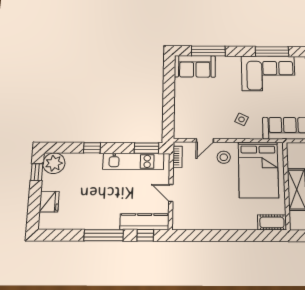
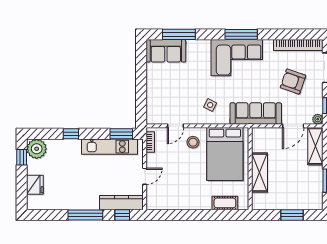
door: (171, 193) -> (145, 176), swing flipped
cot: (272, 222) -> (225, 203), moved

